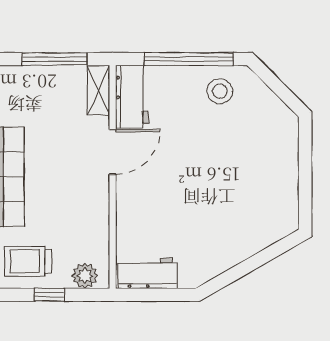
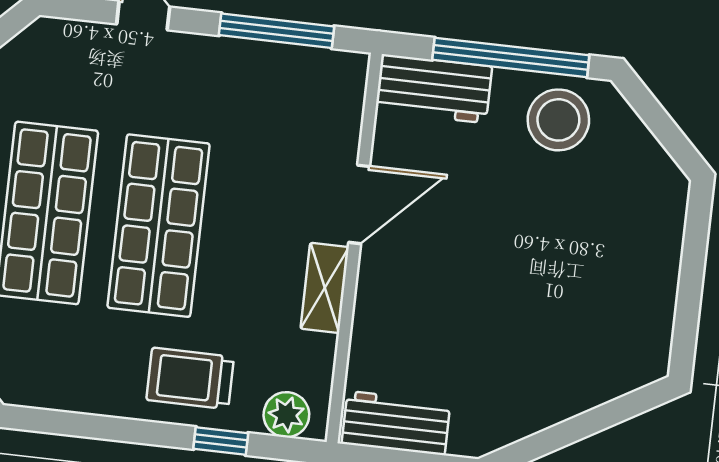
shelving: (98, 90) -> (325, 288), moved
stool: (220, 91) -> (558, 120), width x1.38, depth x1.38
workbench: (132, 97) -> (434, 89), moved, turned 90

